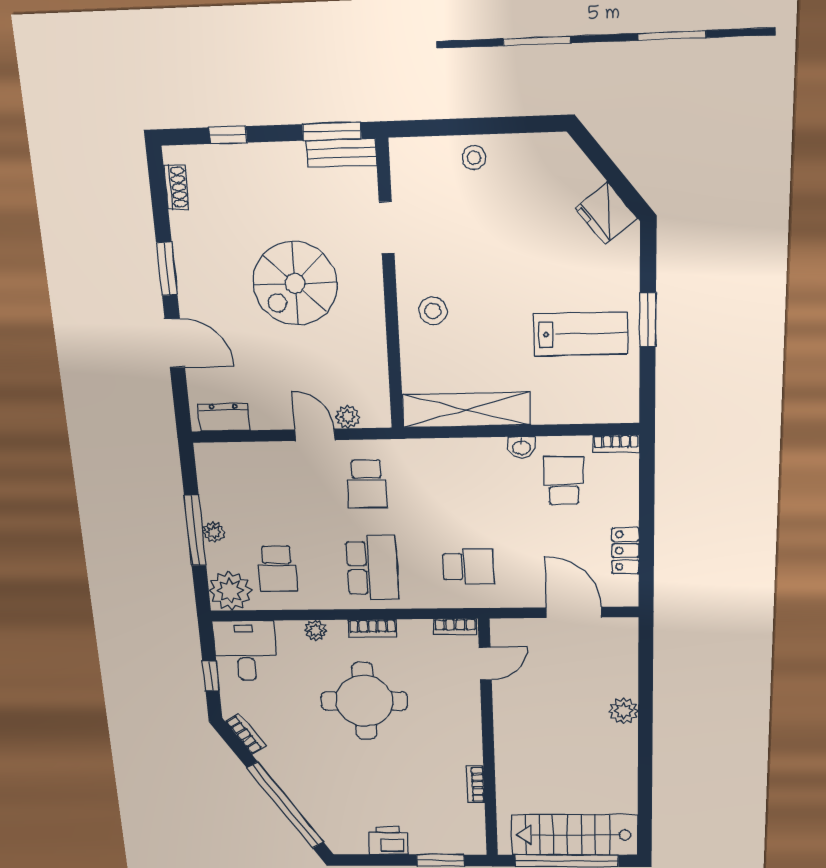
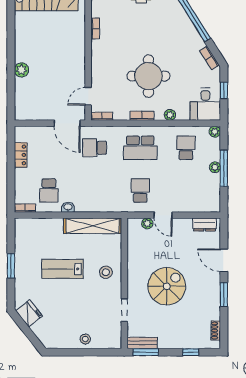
lab bench: (581, 334) -> (62, 269), moved
school desk: (372, 568) -> (140, 148), turned -90
plant: (230, 591) -> (215, 132), width x0.53, depth x0.53
door: (574, 612) -> (67, 123), moved

